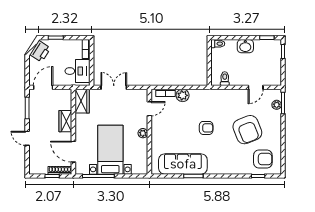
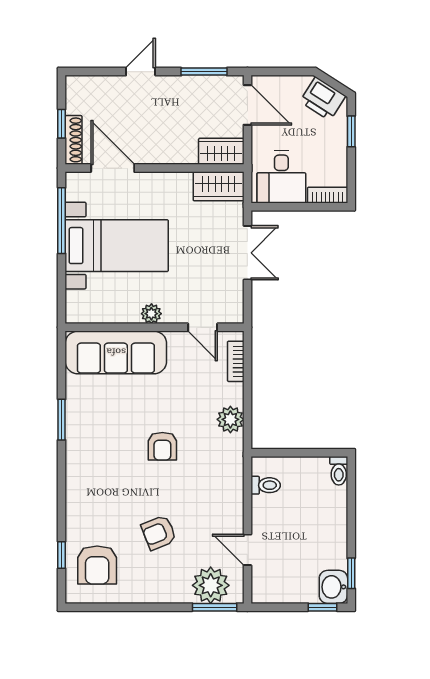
washbasin: (245, 46) -> (333, 587), moved
plant: (183, 95) -> (230, 419), moved
plant: (277, 105) -> (211, 585), width x1.88, depth x1.88
wardrobe: (65, 121) -> (221, 151), moved
armchair: (247, 130) -> (159, 533), width x0.53, depth x0.53
door: (73, 152) -> (113, 168), hinge flipped
sofa: (183, 164) -> (116, 352), moved, turned 90

